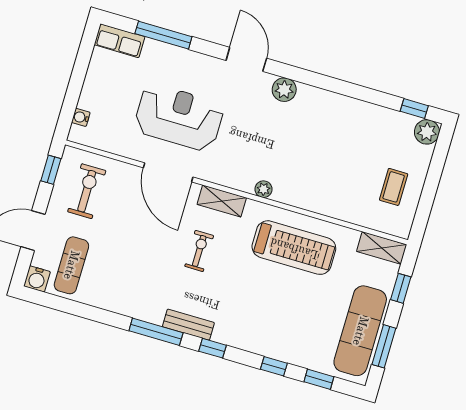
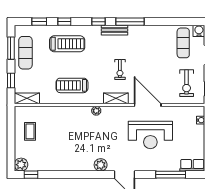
treadmill: (294, 248) -> (72, 85), width x0.73, depth x0.73
treadmill: (281, 325) -> (67, 44), added
exercise mat: (360, 331) -> (25, 53), width x0.73, depth x0.69

